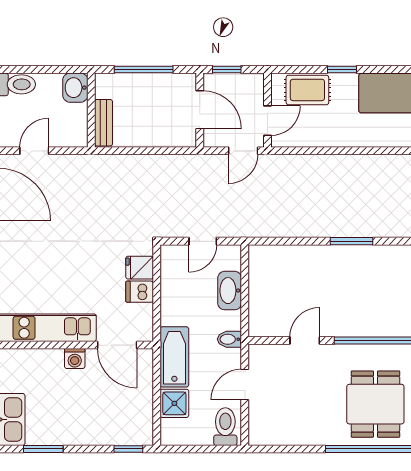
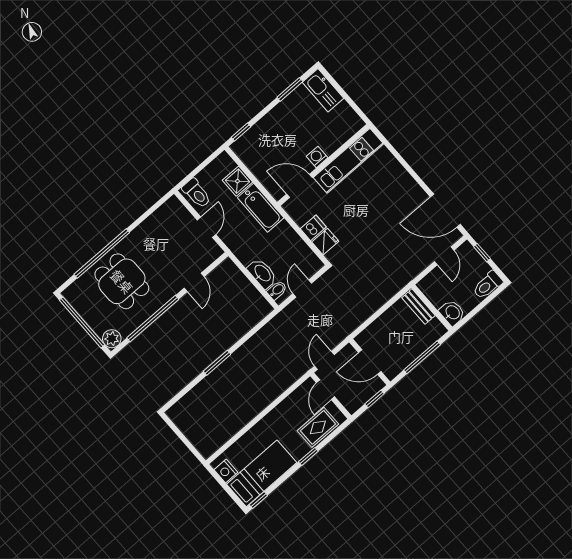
bidet: (229, 339) -> (277, 290), moved

